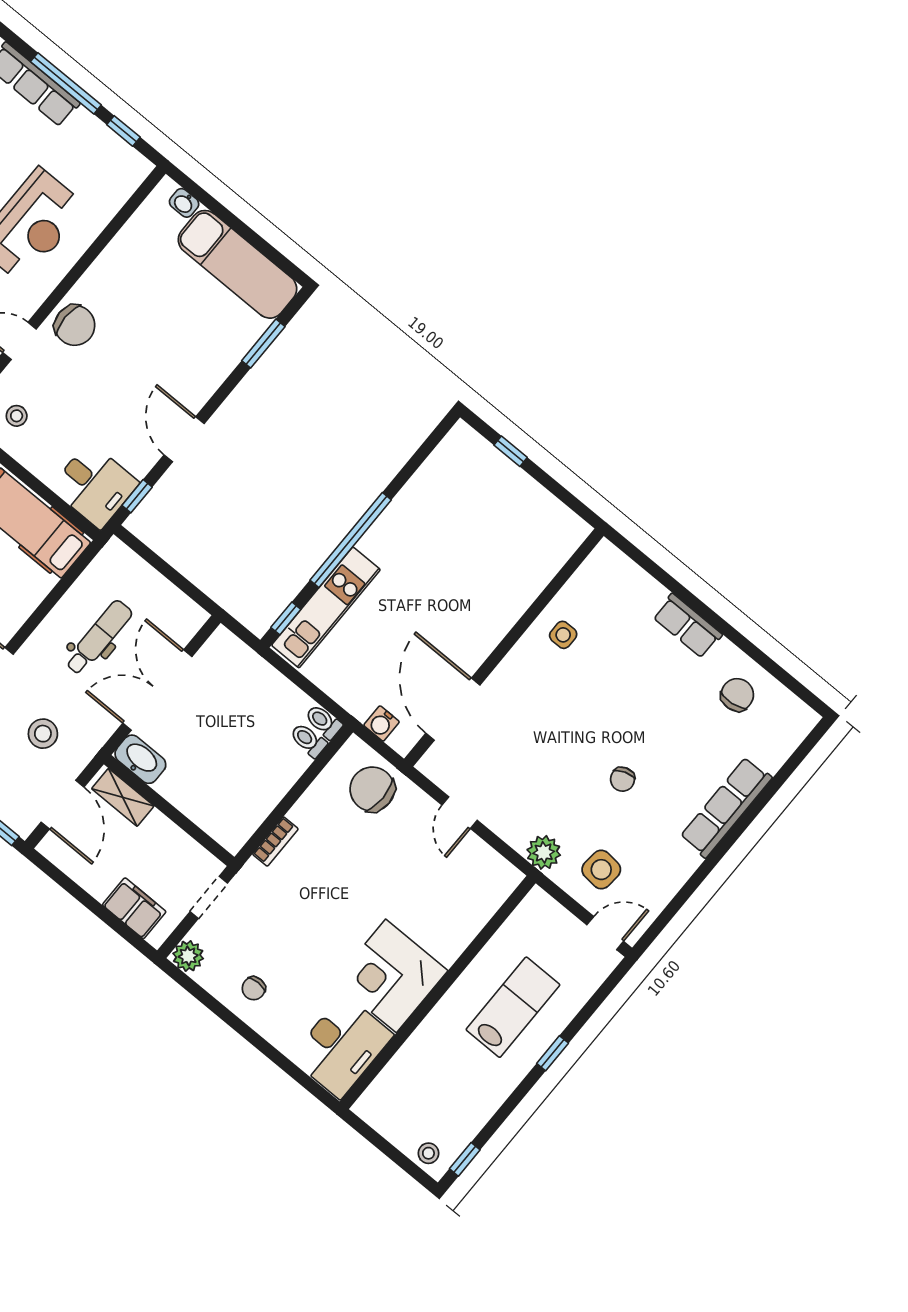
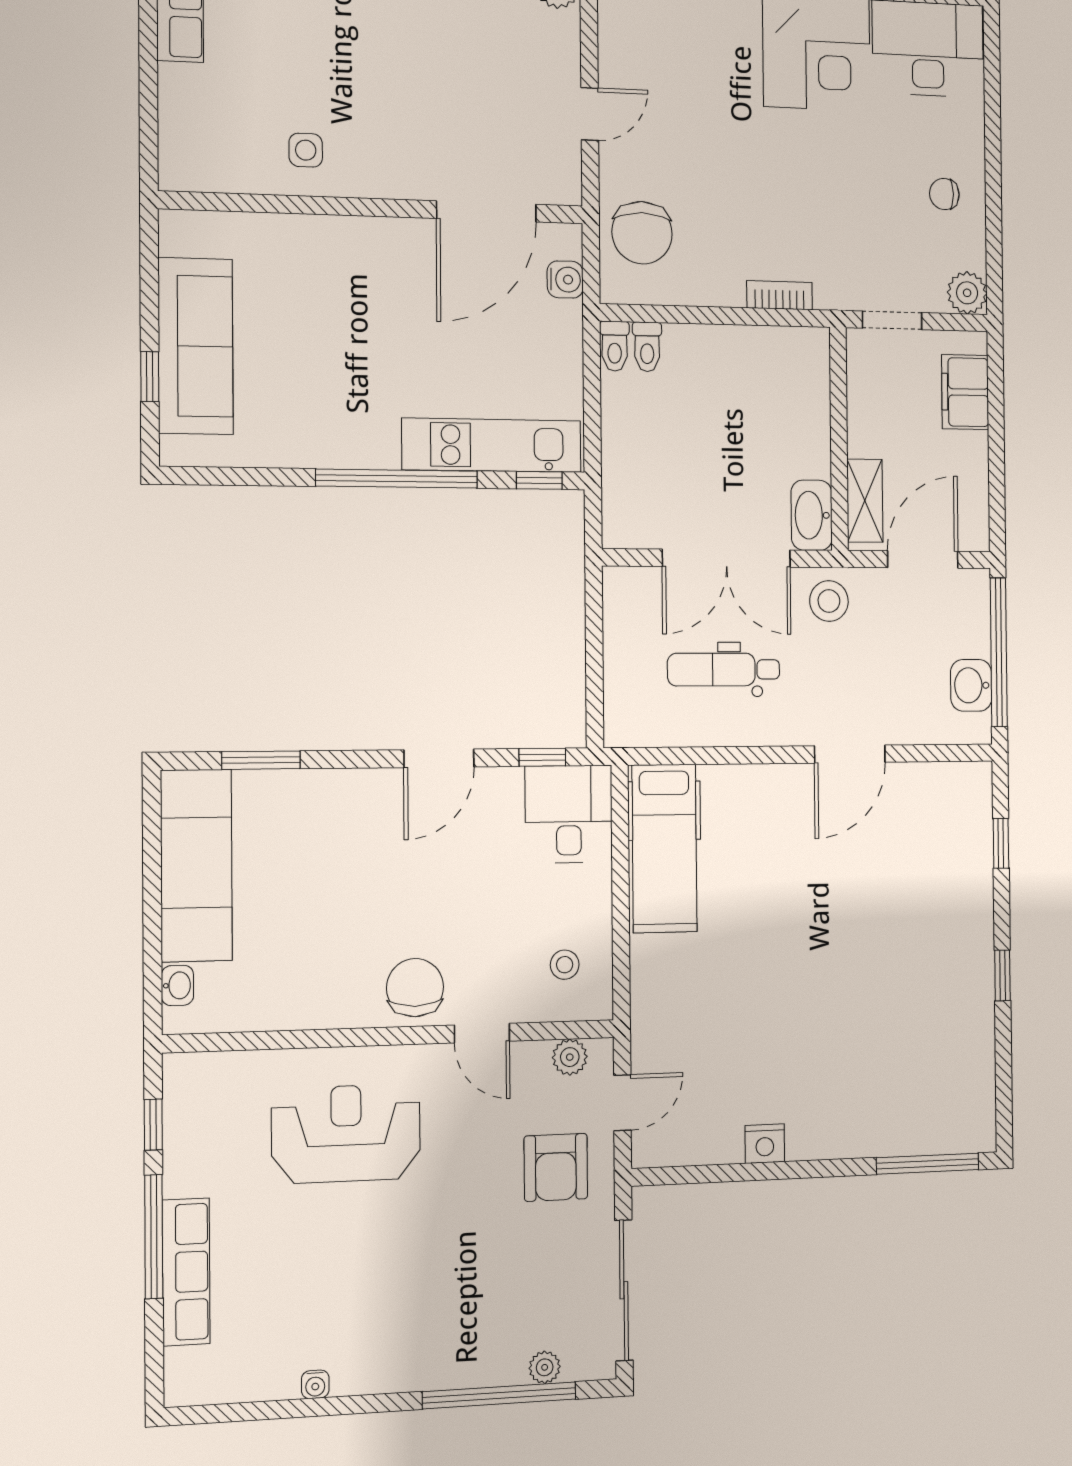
sofa: (507, 489) -> (196, 346), added
stool: (43, 734) -> (829, 601), moved
chair: (254, 988) -> (944, 194), turned 180

